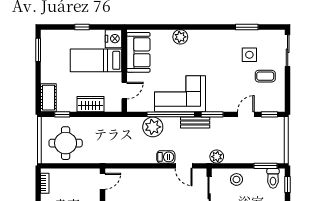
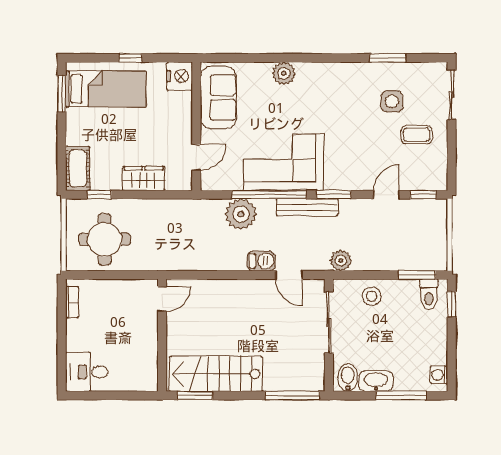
bed: (96, 60) -> (106, 89), moved, turned 180
bench: (195, 122) -> (307, 207), width x1.36

